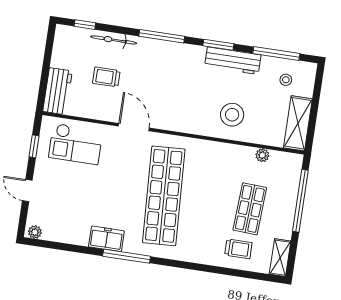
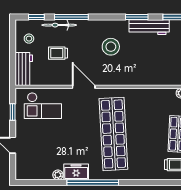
window: (162, 36) -> (71, 17), moved
stool: (71, 52) -> (29, 39), added
stool: (232, 115) -> (111, 47), moved
plant: (35, 232) -> (58, 175), moved
window: (127, 256) -> (93, 182), width x1.46

